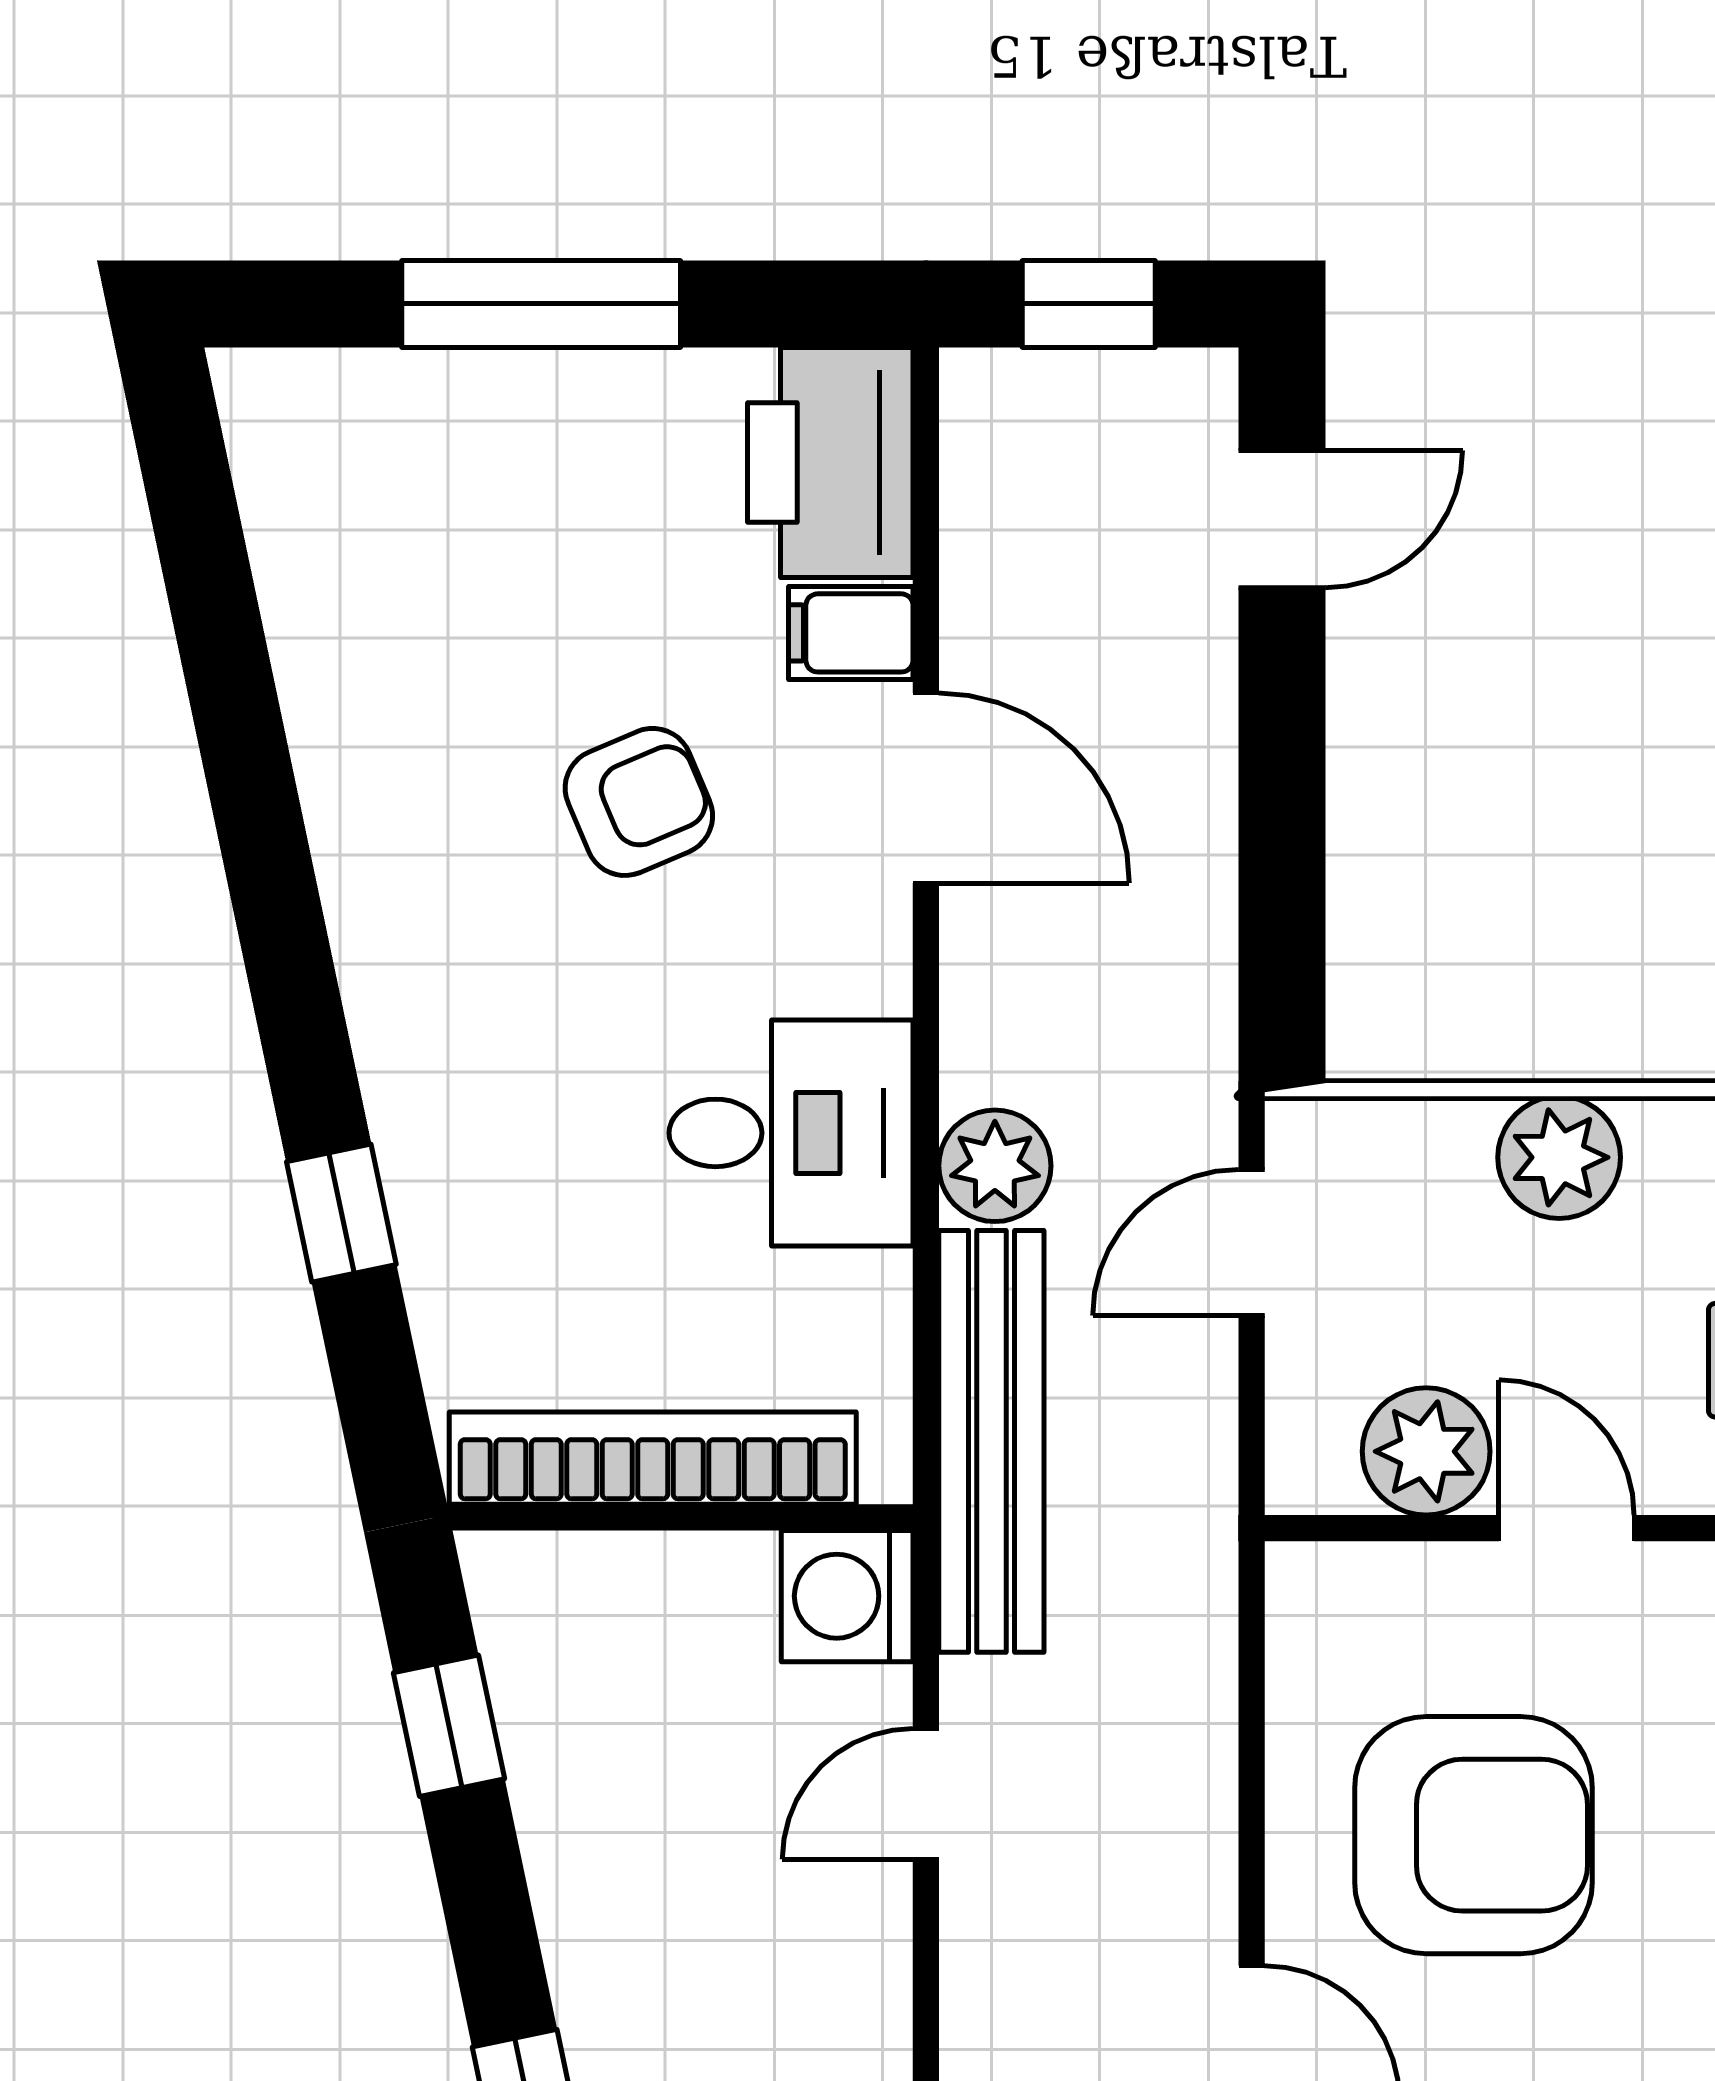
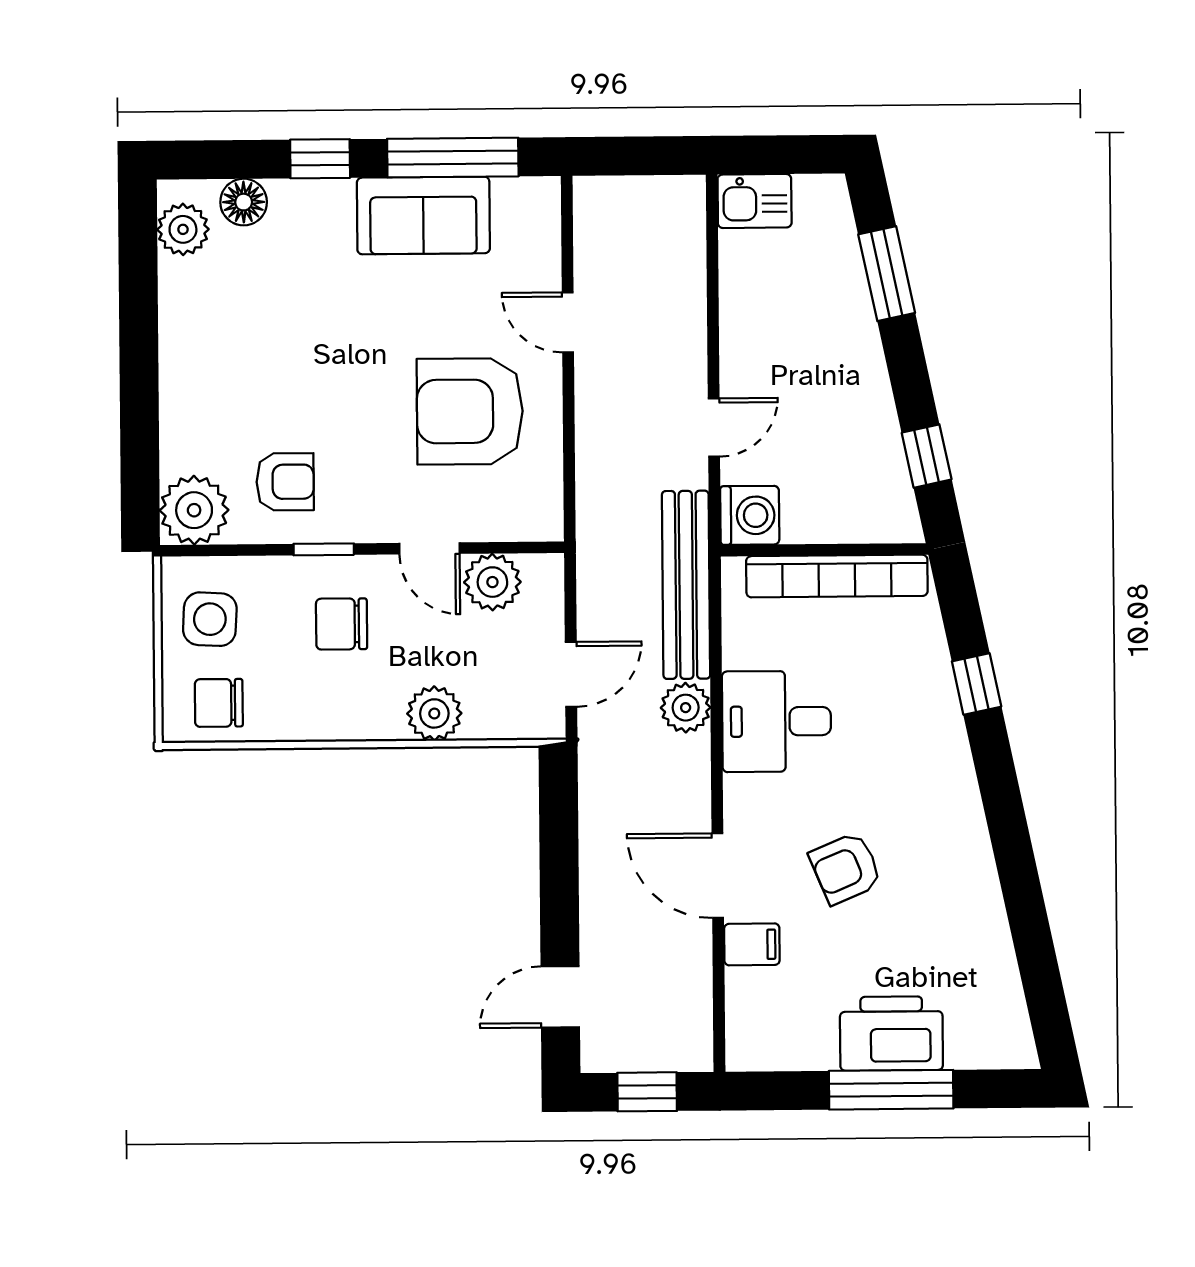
printer: (830, 462) -> (891, 1034), moved, turned -90

